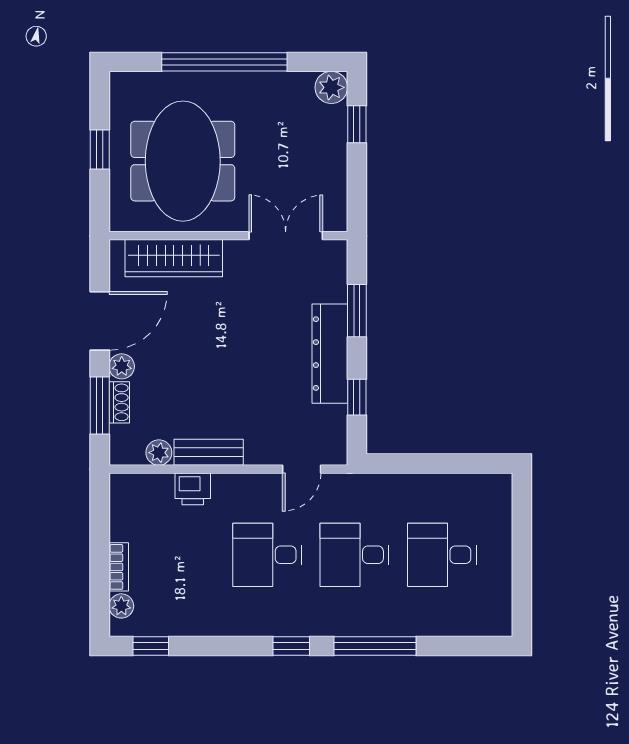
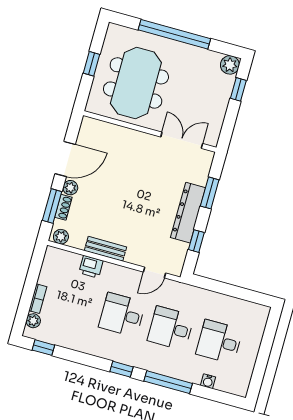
wardrobe: (174, 258) -> (116, 136), removed
plant: (159, 453) -> (61, 237), moved
water cooler: (441, 626) -> (208, 381), added

